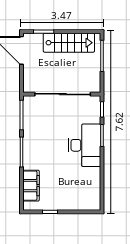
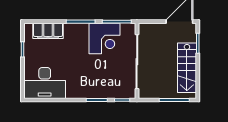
corner desk: (39, 128) -> (104, 38), added
desk: (85, 145) -> (45, 83), moved

